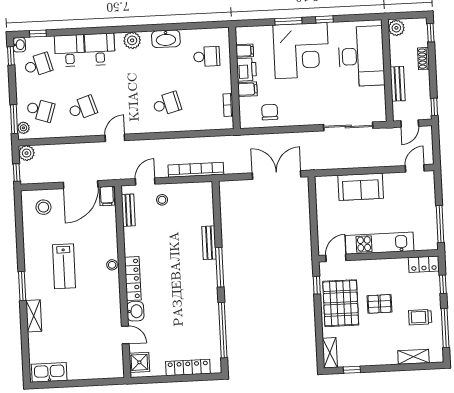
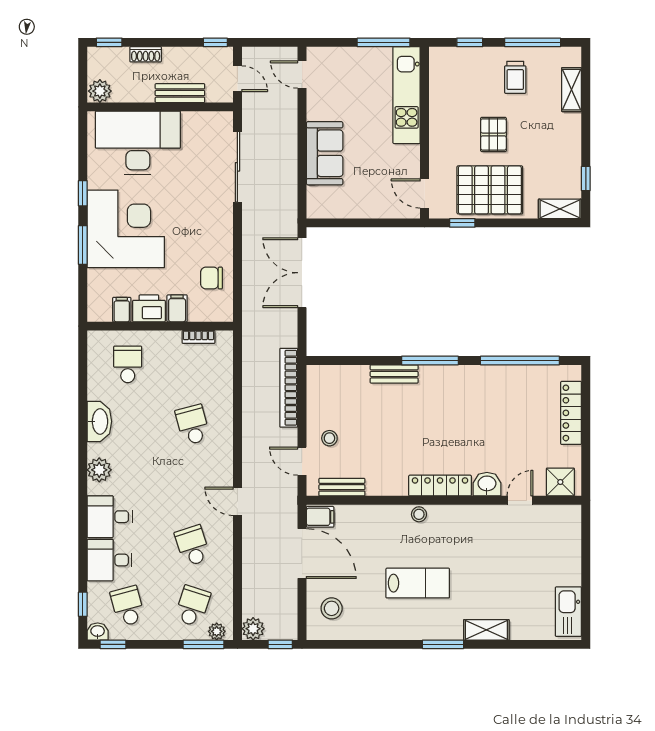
kitchen unit: (380, 243) -> (407, 95), moved
locker: (424, 264) -> (440, 68), removed

